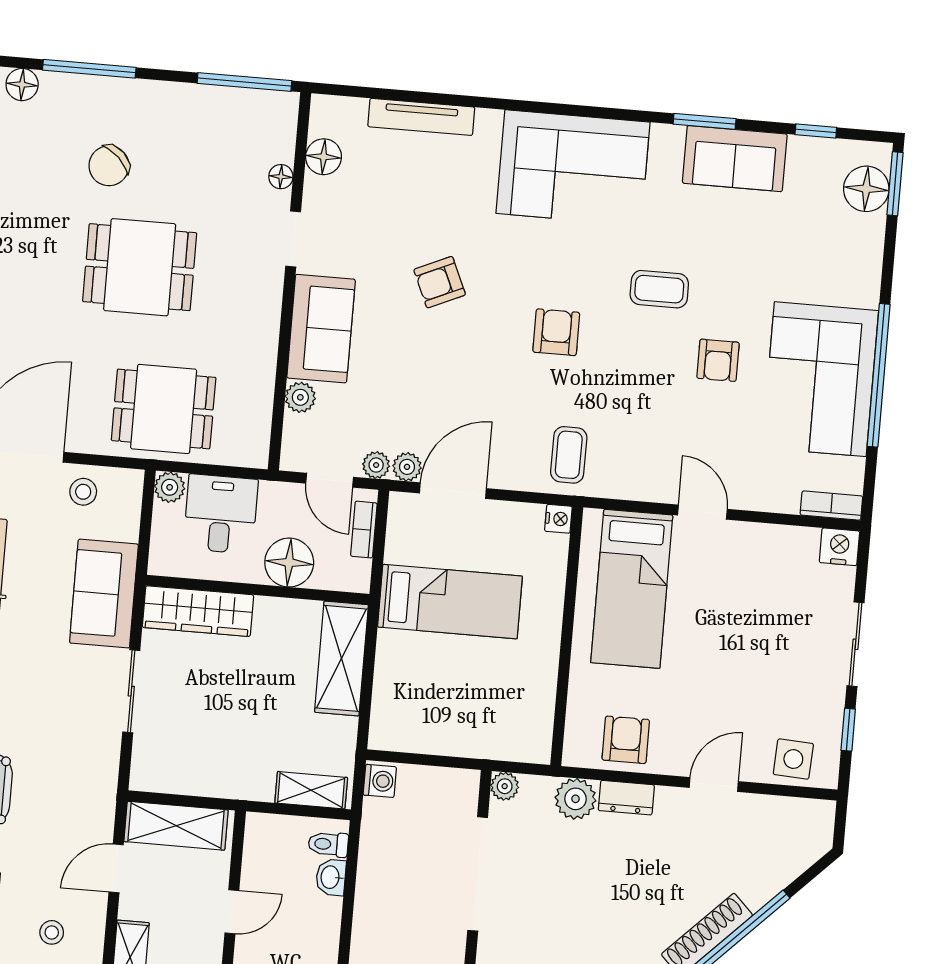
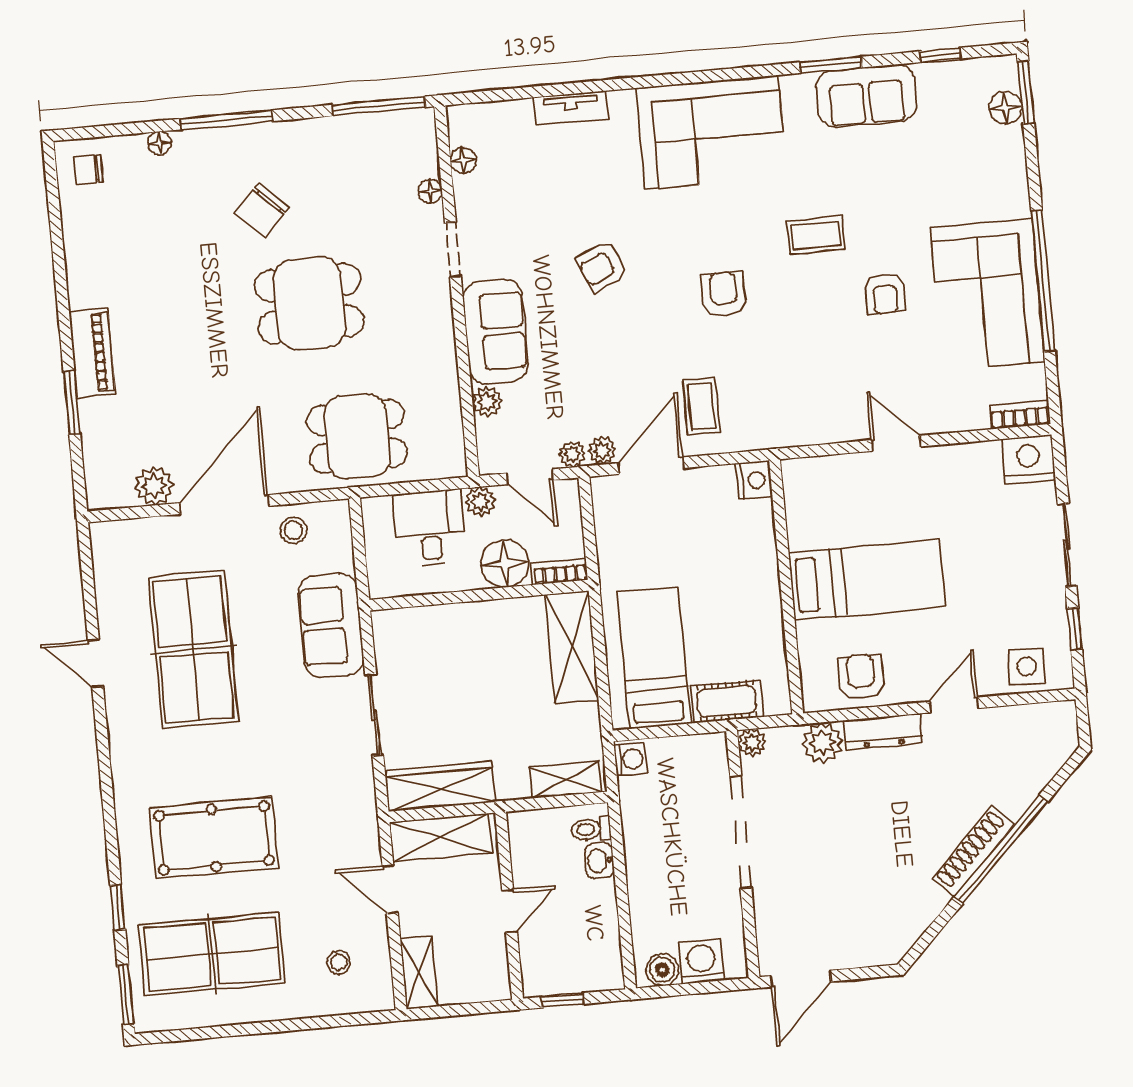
floor lamp: (22, 85) -> (159, 143), width x0.73, depth x0.73
tv unit: (421, 117) -> (571, 108), width x0.71
floor lamp: (324, 157) -> (463, 160), width x0.73, depth x0.73
floor lamp: (866, 189) -> (1006, 108), width x0.73, depth x0.73
coffee table: (569, 455) -> (701, 406), moved
plant: (170, 487) -> (480, 502), moved
nightstand: (558, 519) -> (754, 480), width x1.39, depth x1.35
bookcase: (364, 530) -> (560, 572), moved, turned 90
nightstand: (839, 547) -> (1028, 459), width x1.36, depth x1.33
bed: (632, 589) -> (867, 580), moved, turned -90
bed: (450, 602) -> (654, 658), moved, turned -90
wardrobe: (198, 611) -> (441, 786), moved, turned 180
cot: (487, 740) -> (727, 701), added
dresser: (626, 798) -> (883, 732), width x1.44
door: (116, 868) -> (390, 889), hinge flipped

